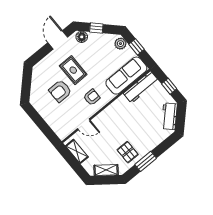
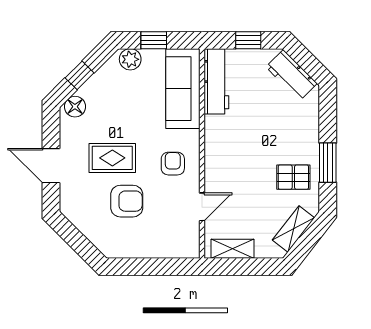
door: (58, 40) -> (51, 166), moved
armchair: (60, 91) -> (127, 201), turned -90

